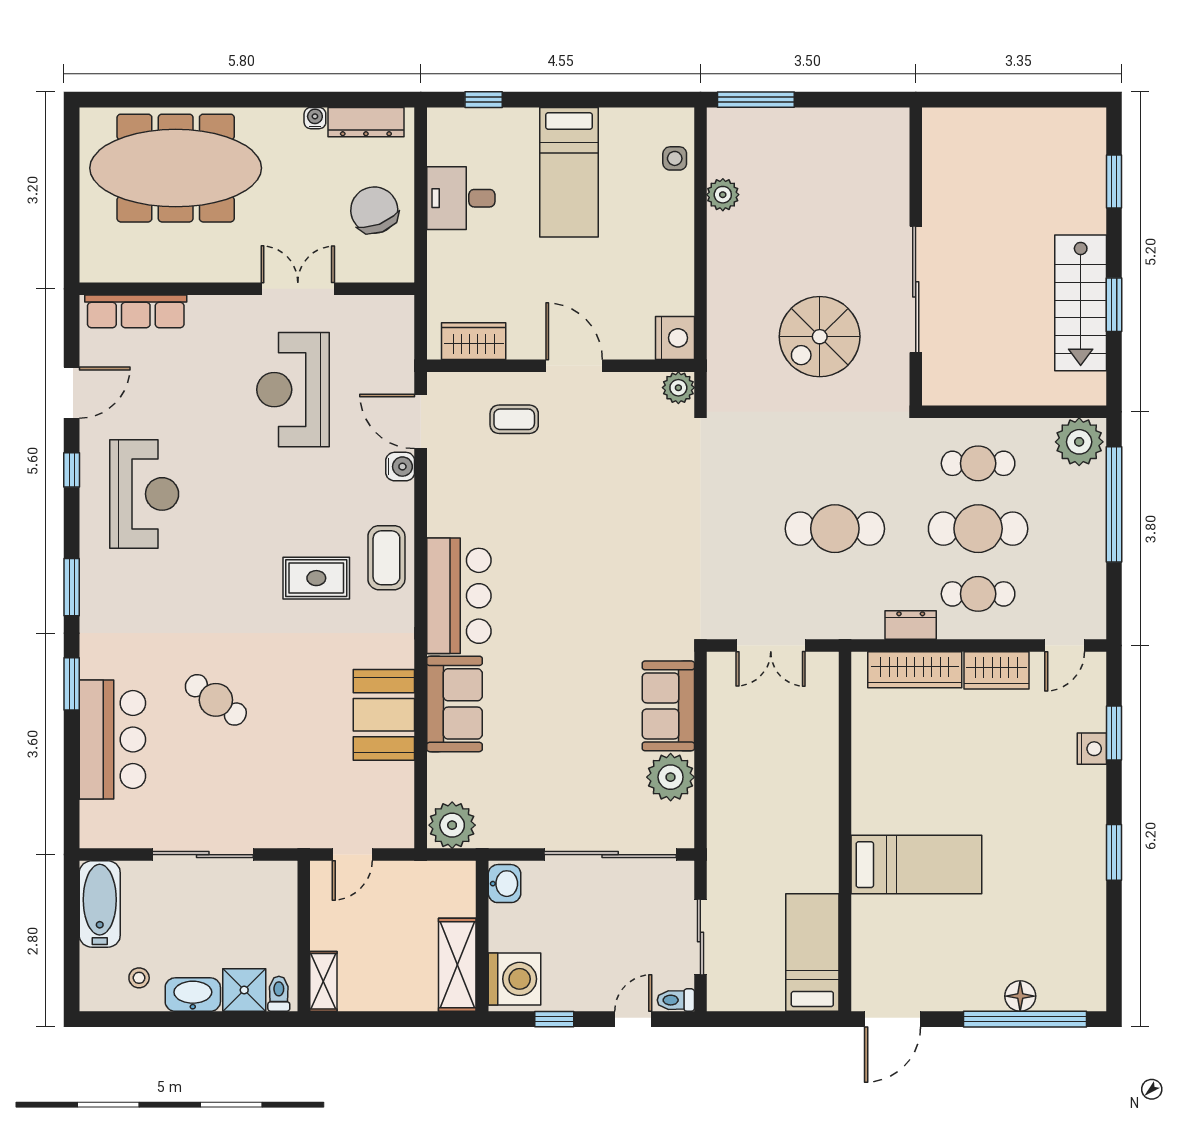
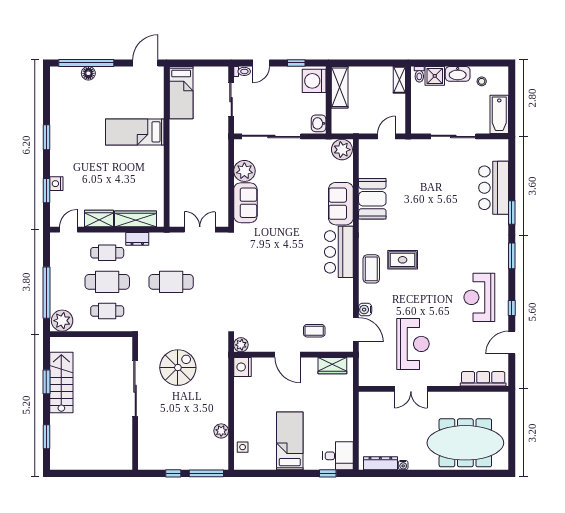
window: (830, 100) -> (173, 473), added
desk: (461, 198) -> (338, 456), moved
chair: (374, 210) -> (377, 424), removed
cafe table: (216, 700) -> (447, 205), removed

